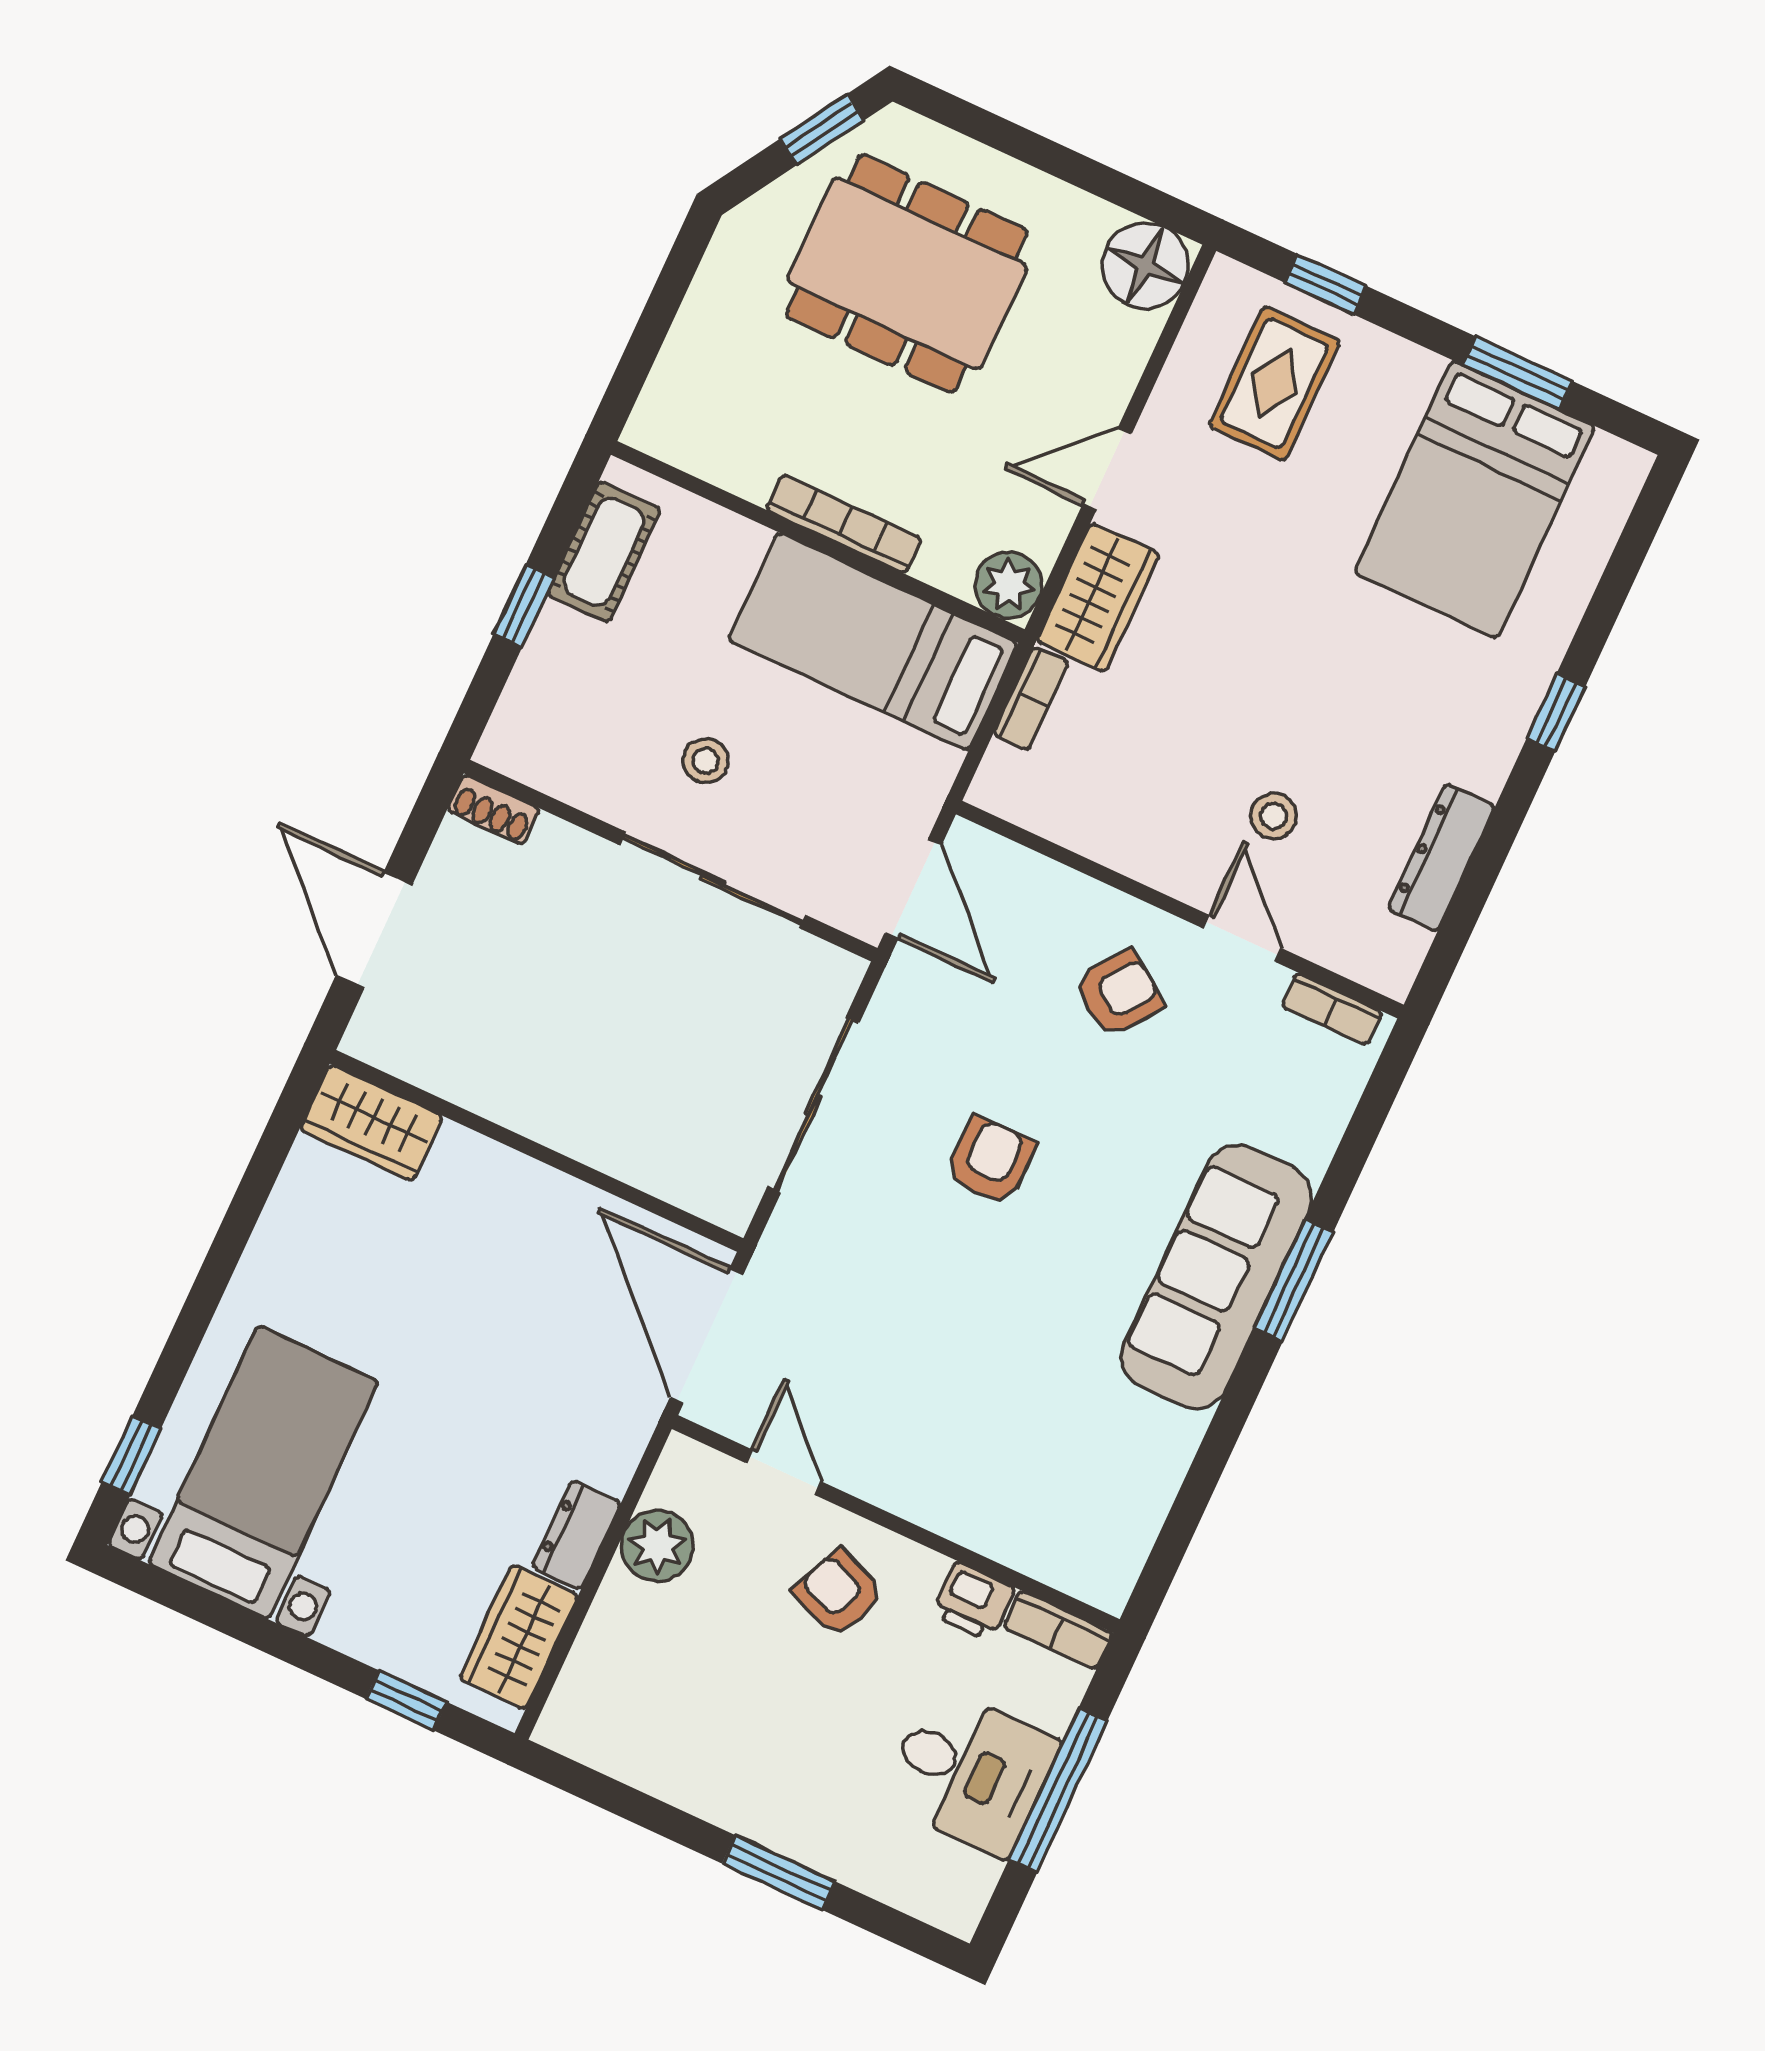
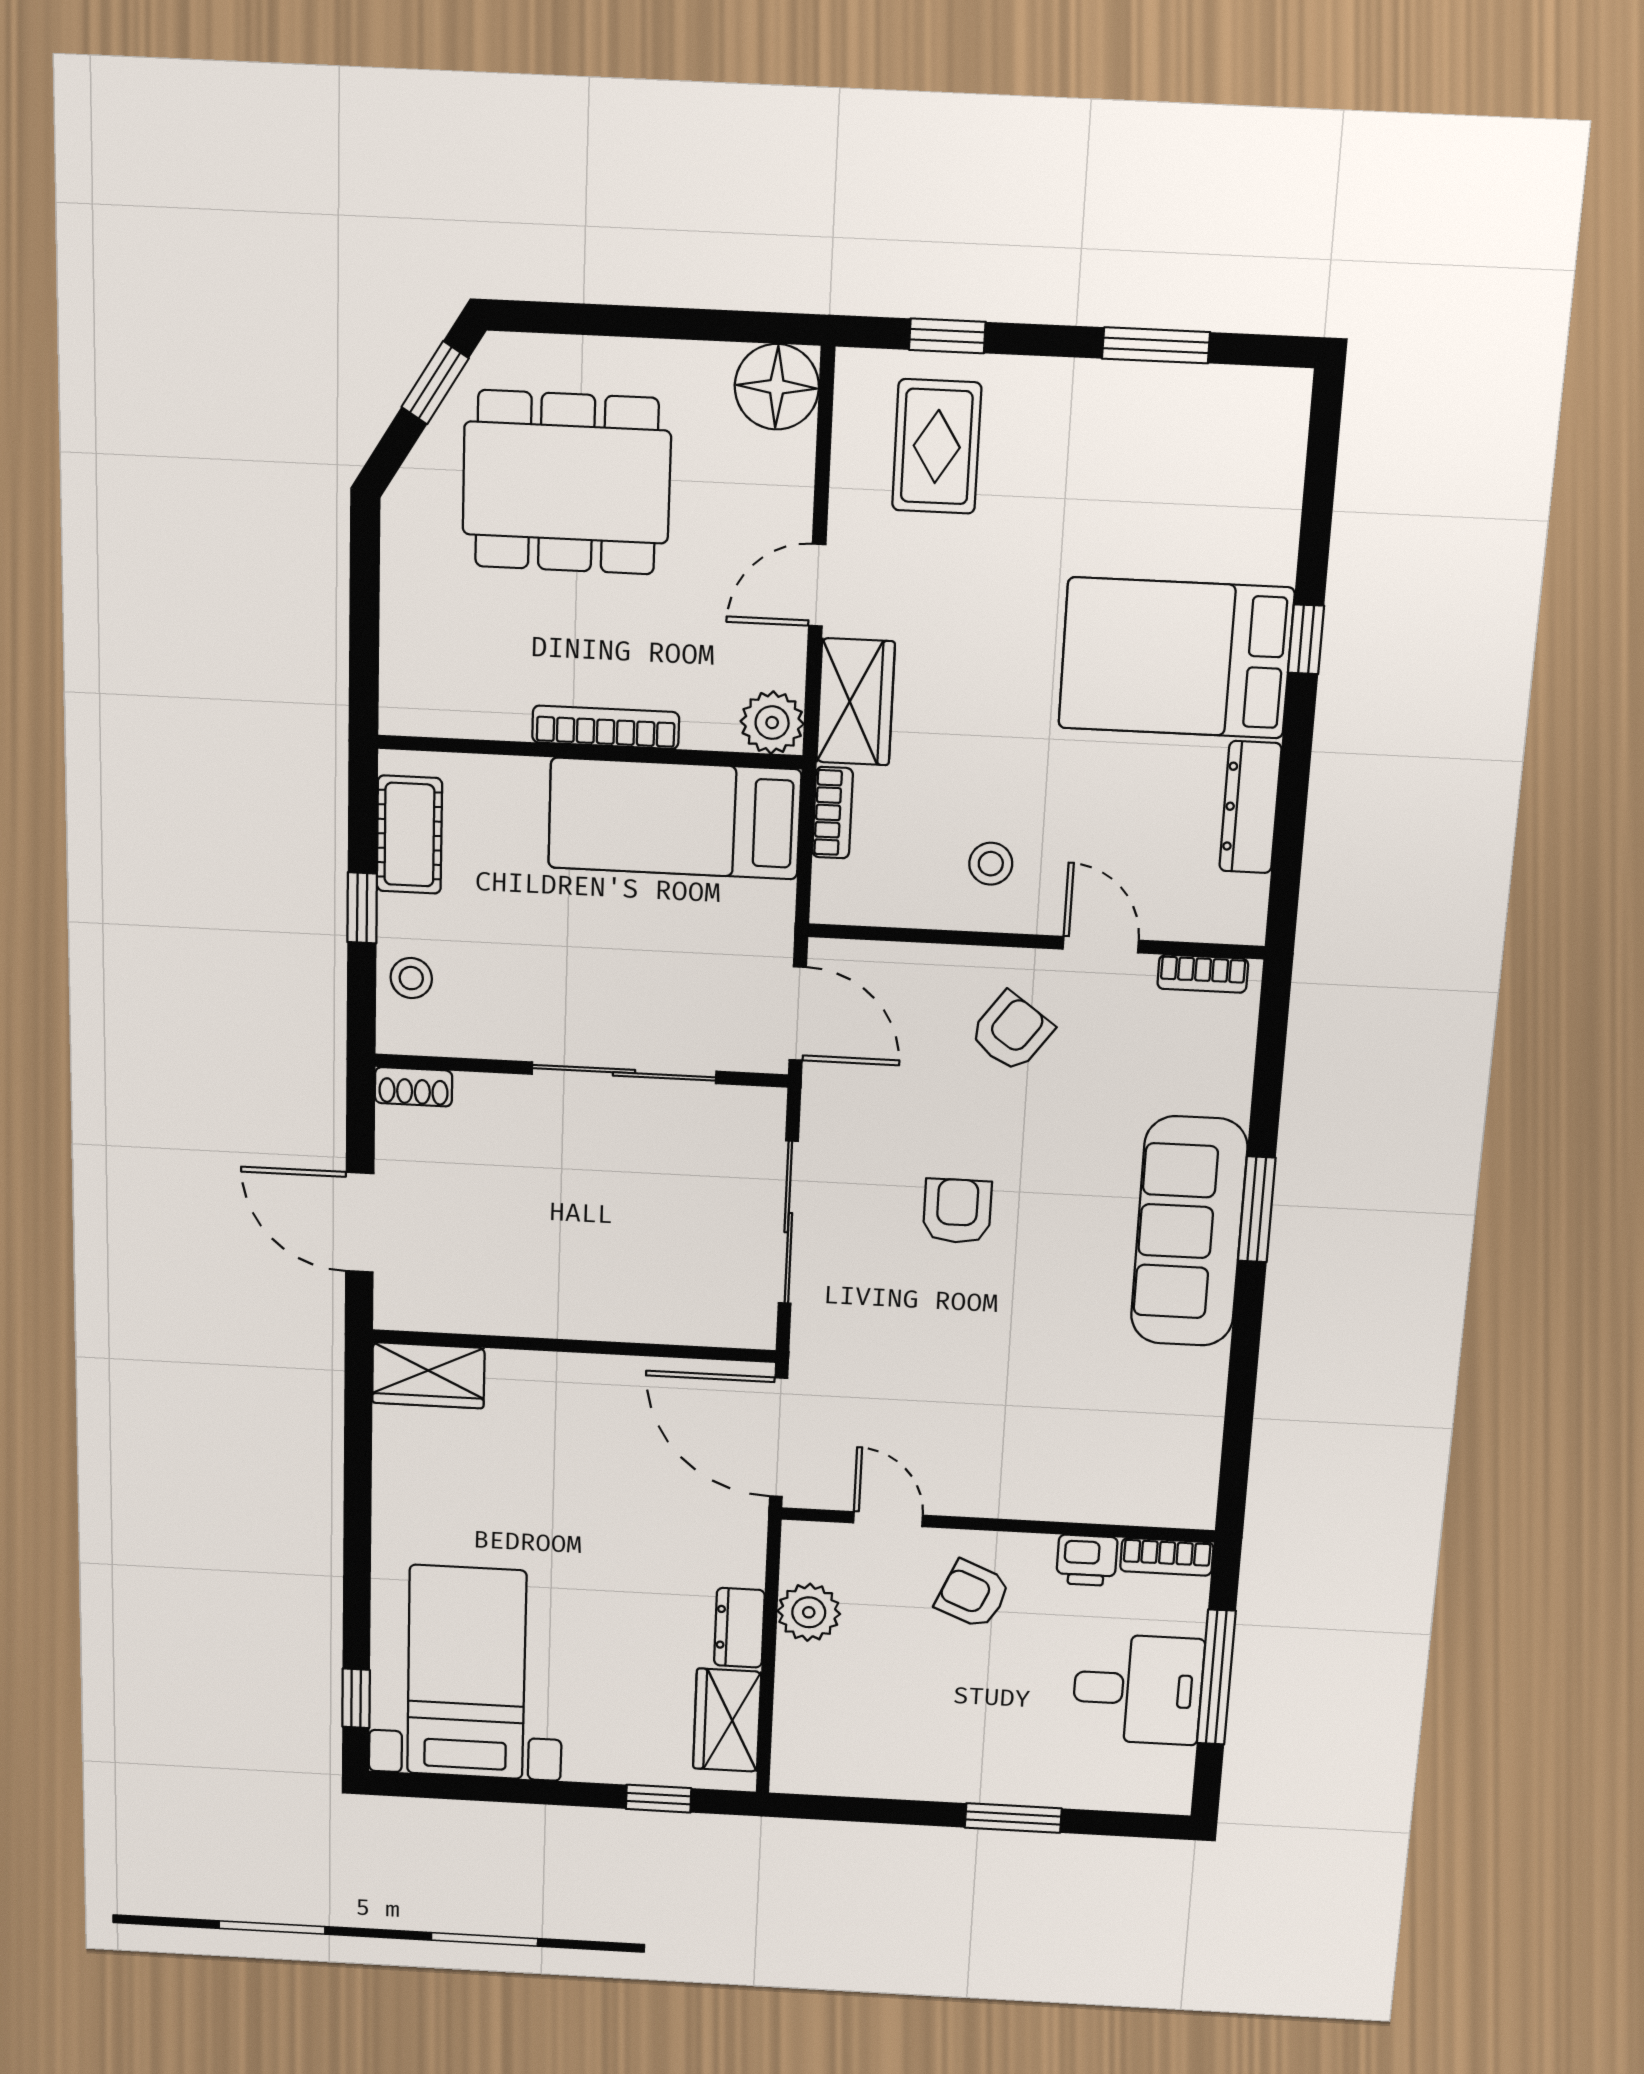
bed: (1475, 500) -> (1176, 658), moved, turned 90
stool: (706, 761) -> (411, 978), moved
stool: (1274, 816) -> (991, 864), moved

